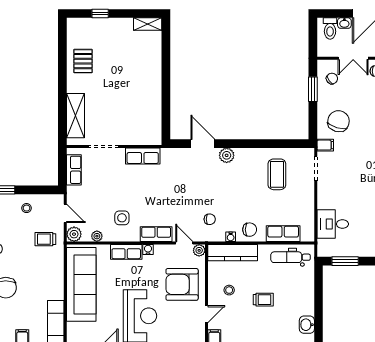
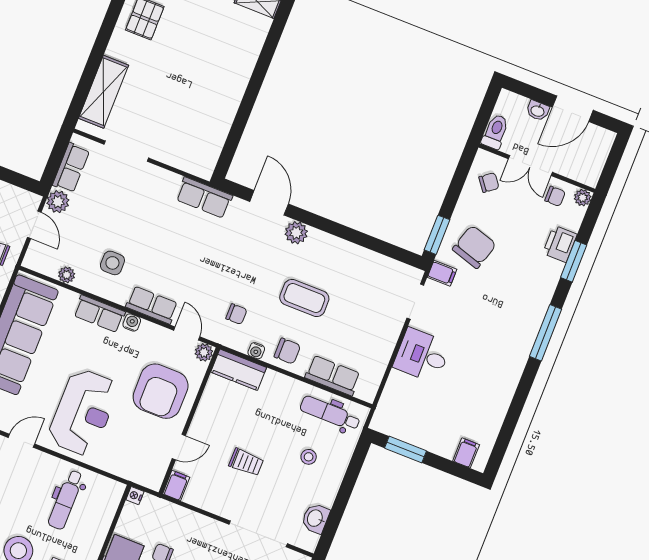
toilet: (330, 28) -> (495, 132), moved, turned 180
window: (313, 89) -> (437, 235), moved
row of seats: (143, 156) -> (204, 198), moved
coffee table: (277, 174) -> (304, 298), moved, turned 90
desk: (333, 224) -> (422, 355), moved
plant: (74, 234) -> (58, 202), moved
kitchen counter: (233, 253) -> (239, 370), width x0.67
armchair: (182, 284) -> (161, 391), turned -90
stool: (229, 290) -> (309, 457), moved
trolley: (263, 300) -> (246, 462), moved

